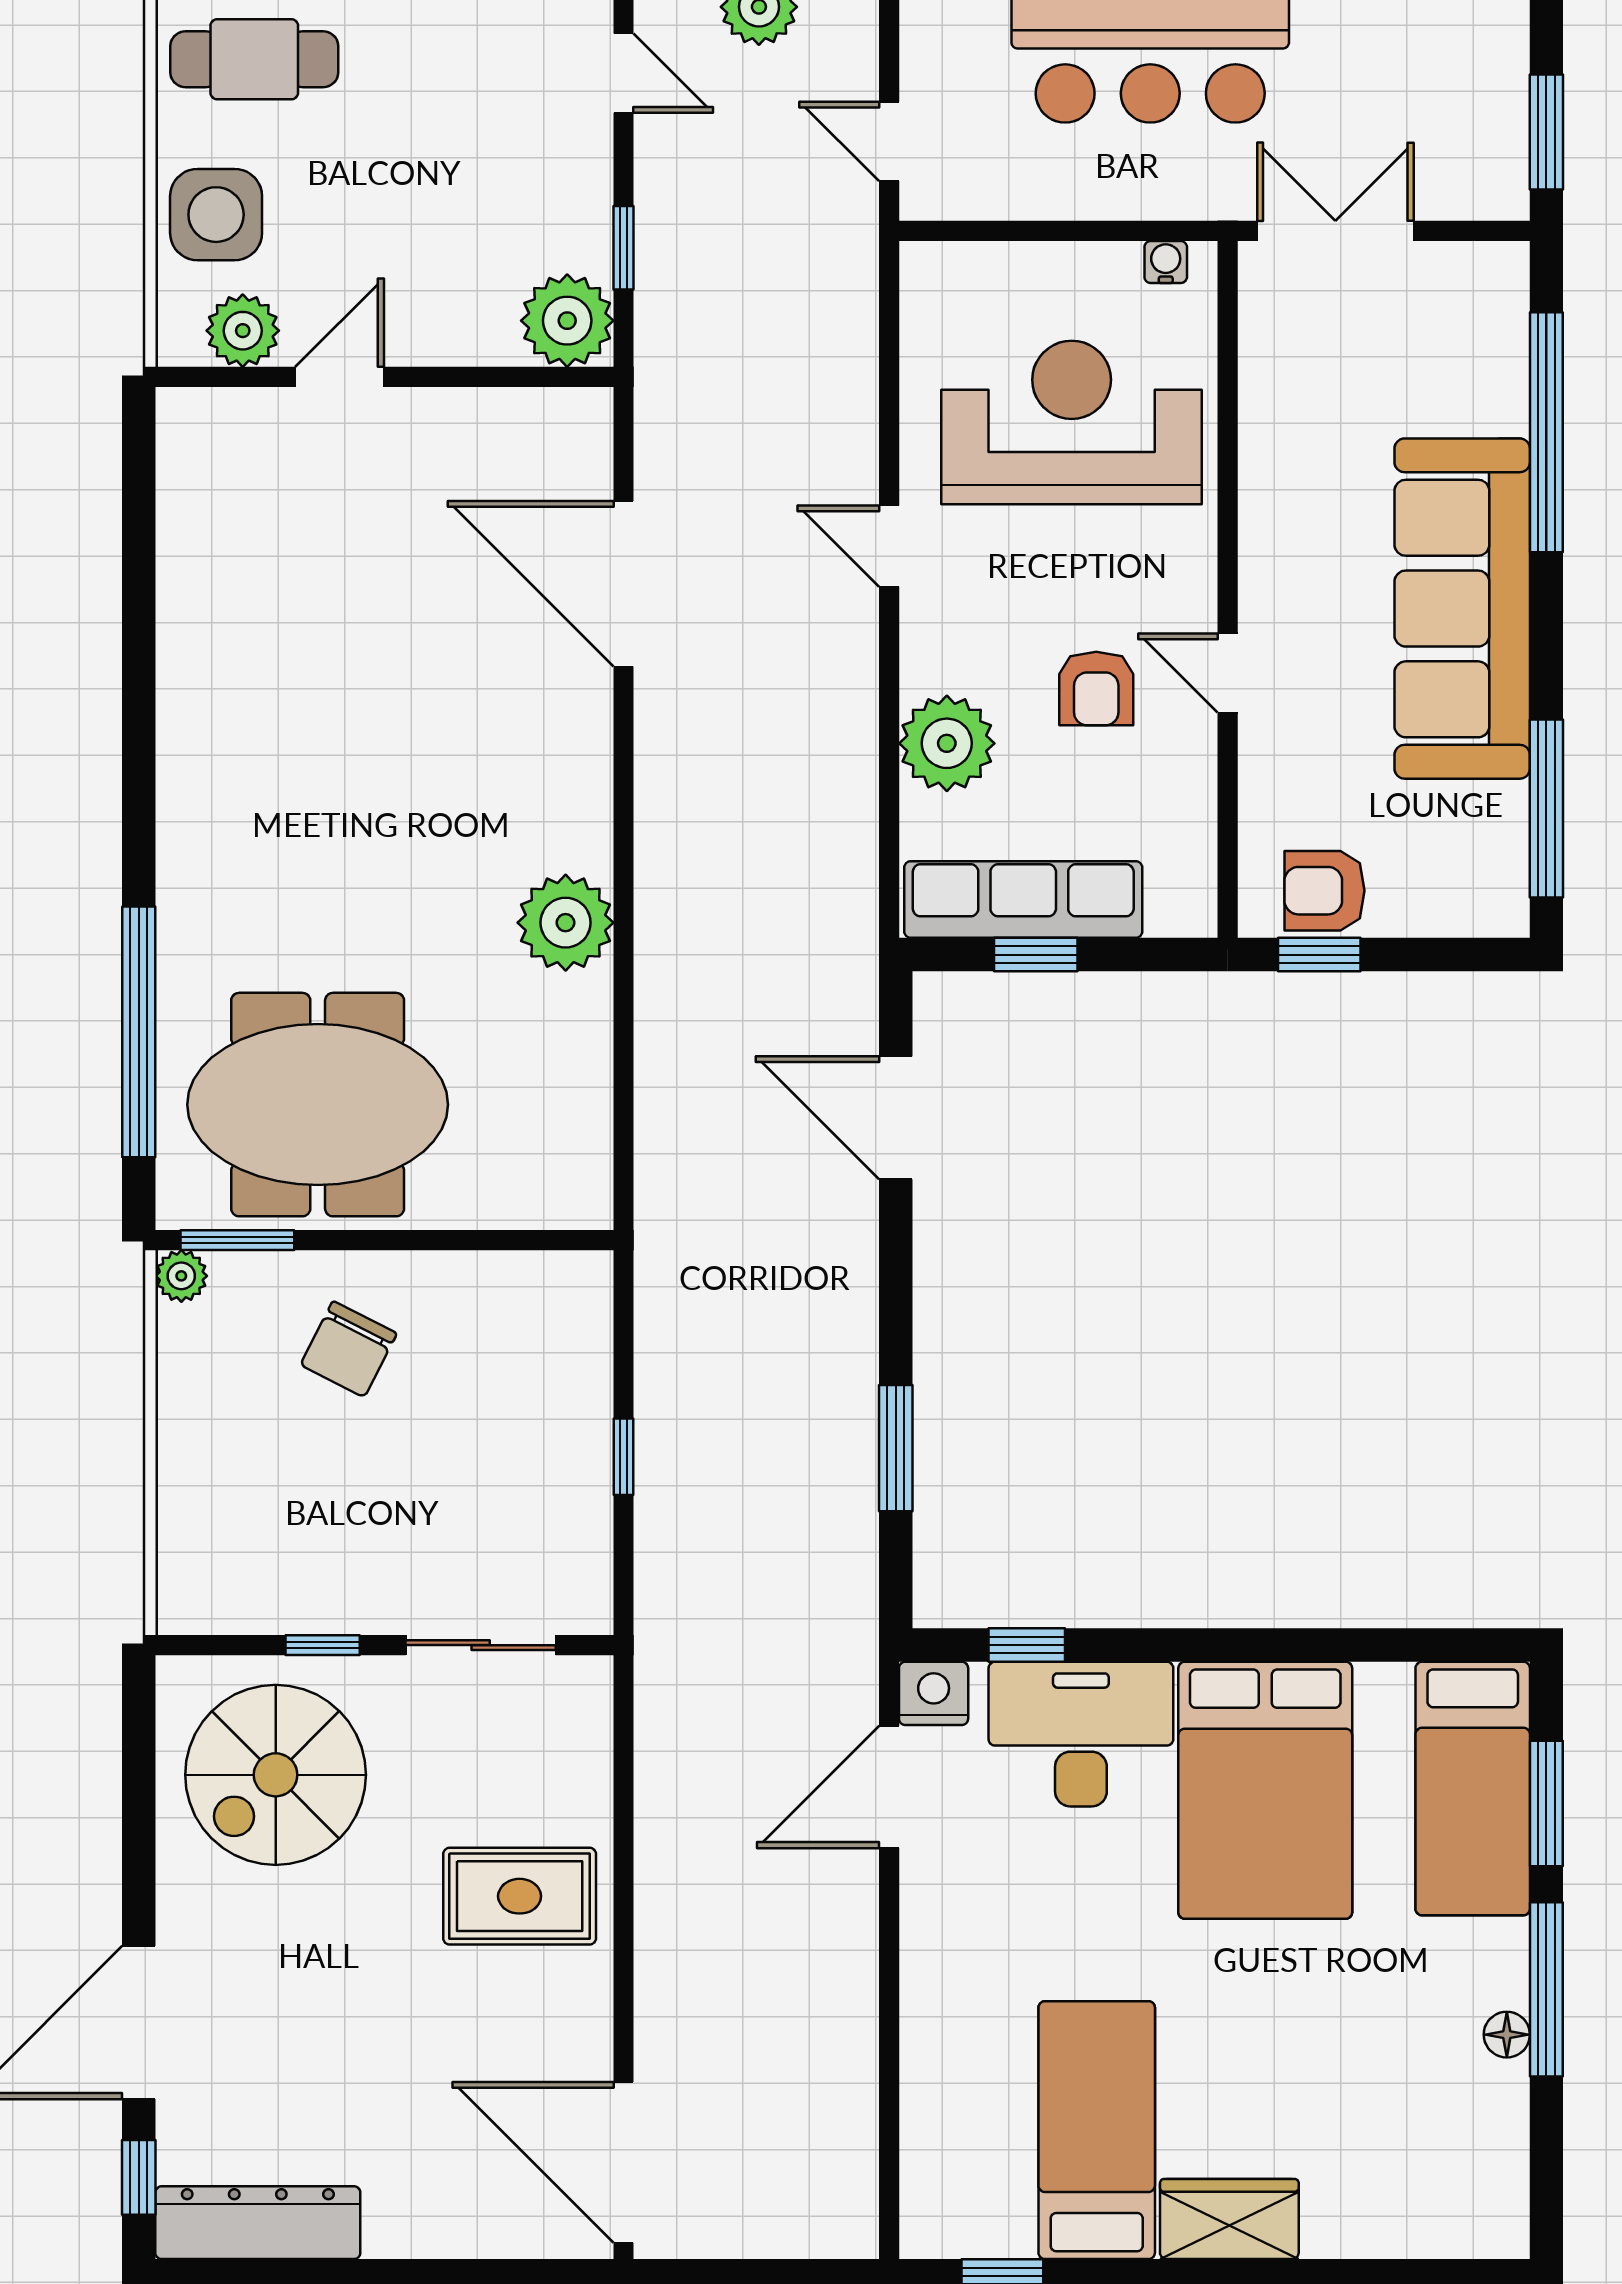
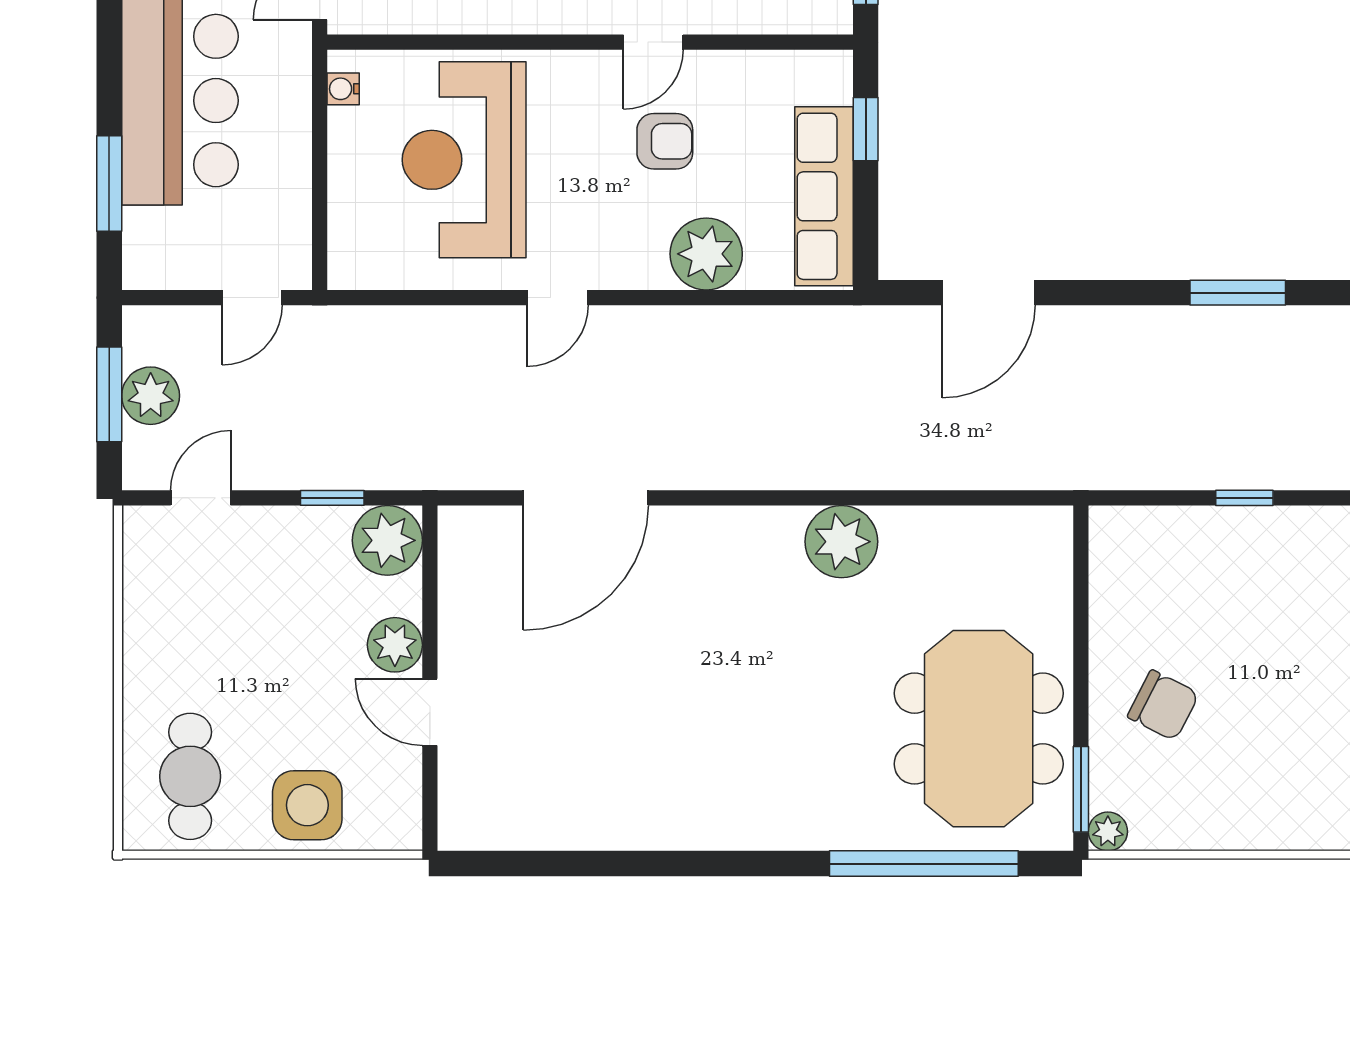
plant: (243, 331) -> (395, 645), moved
window: (1036, 955) -> (866, 129), moved

